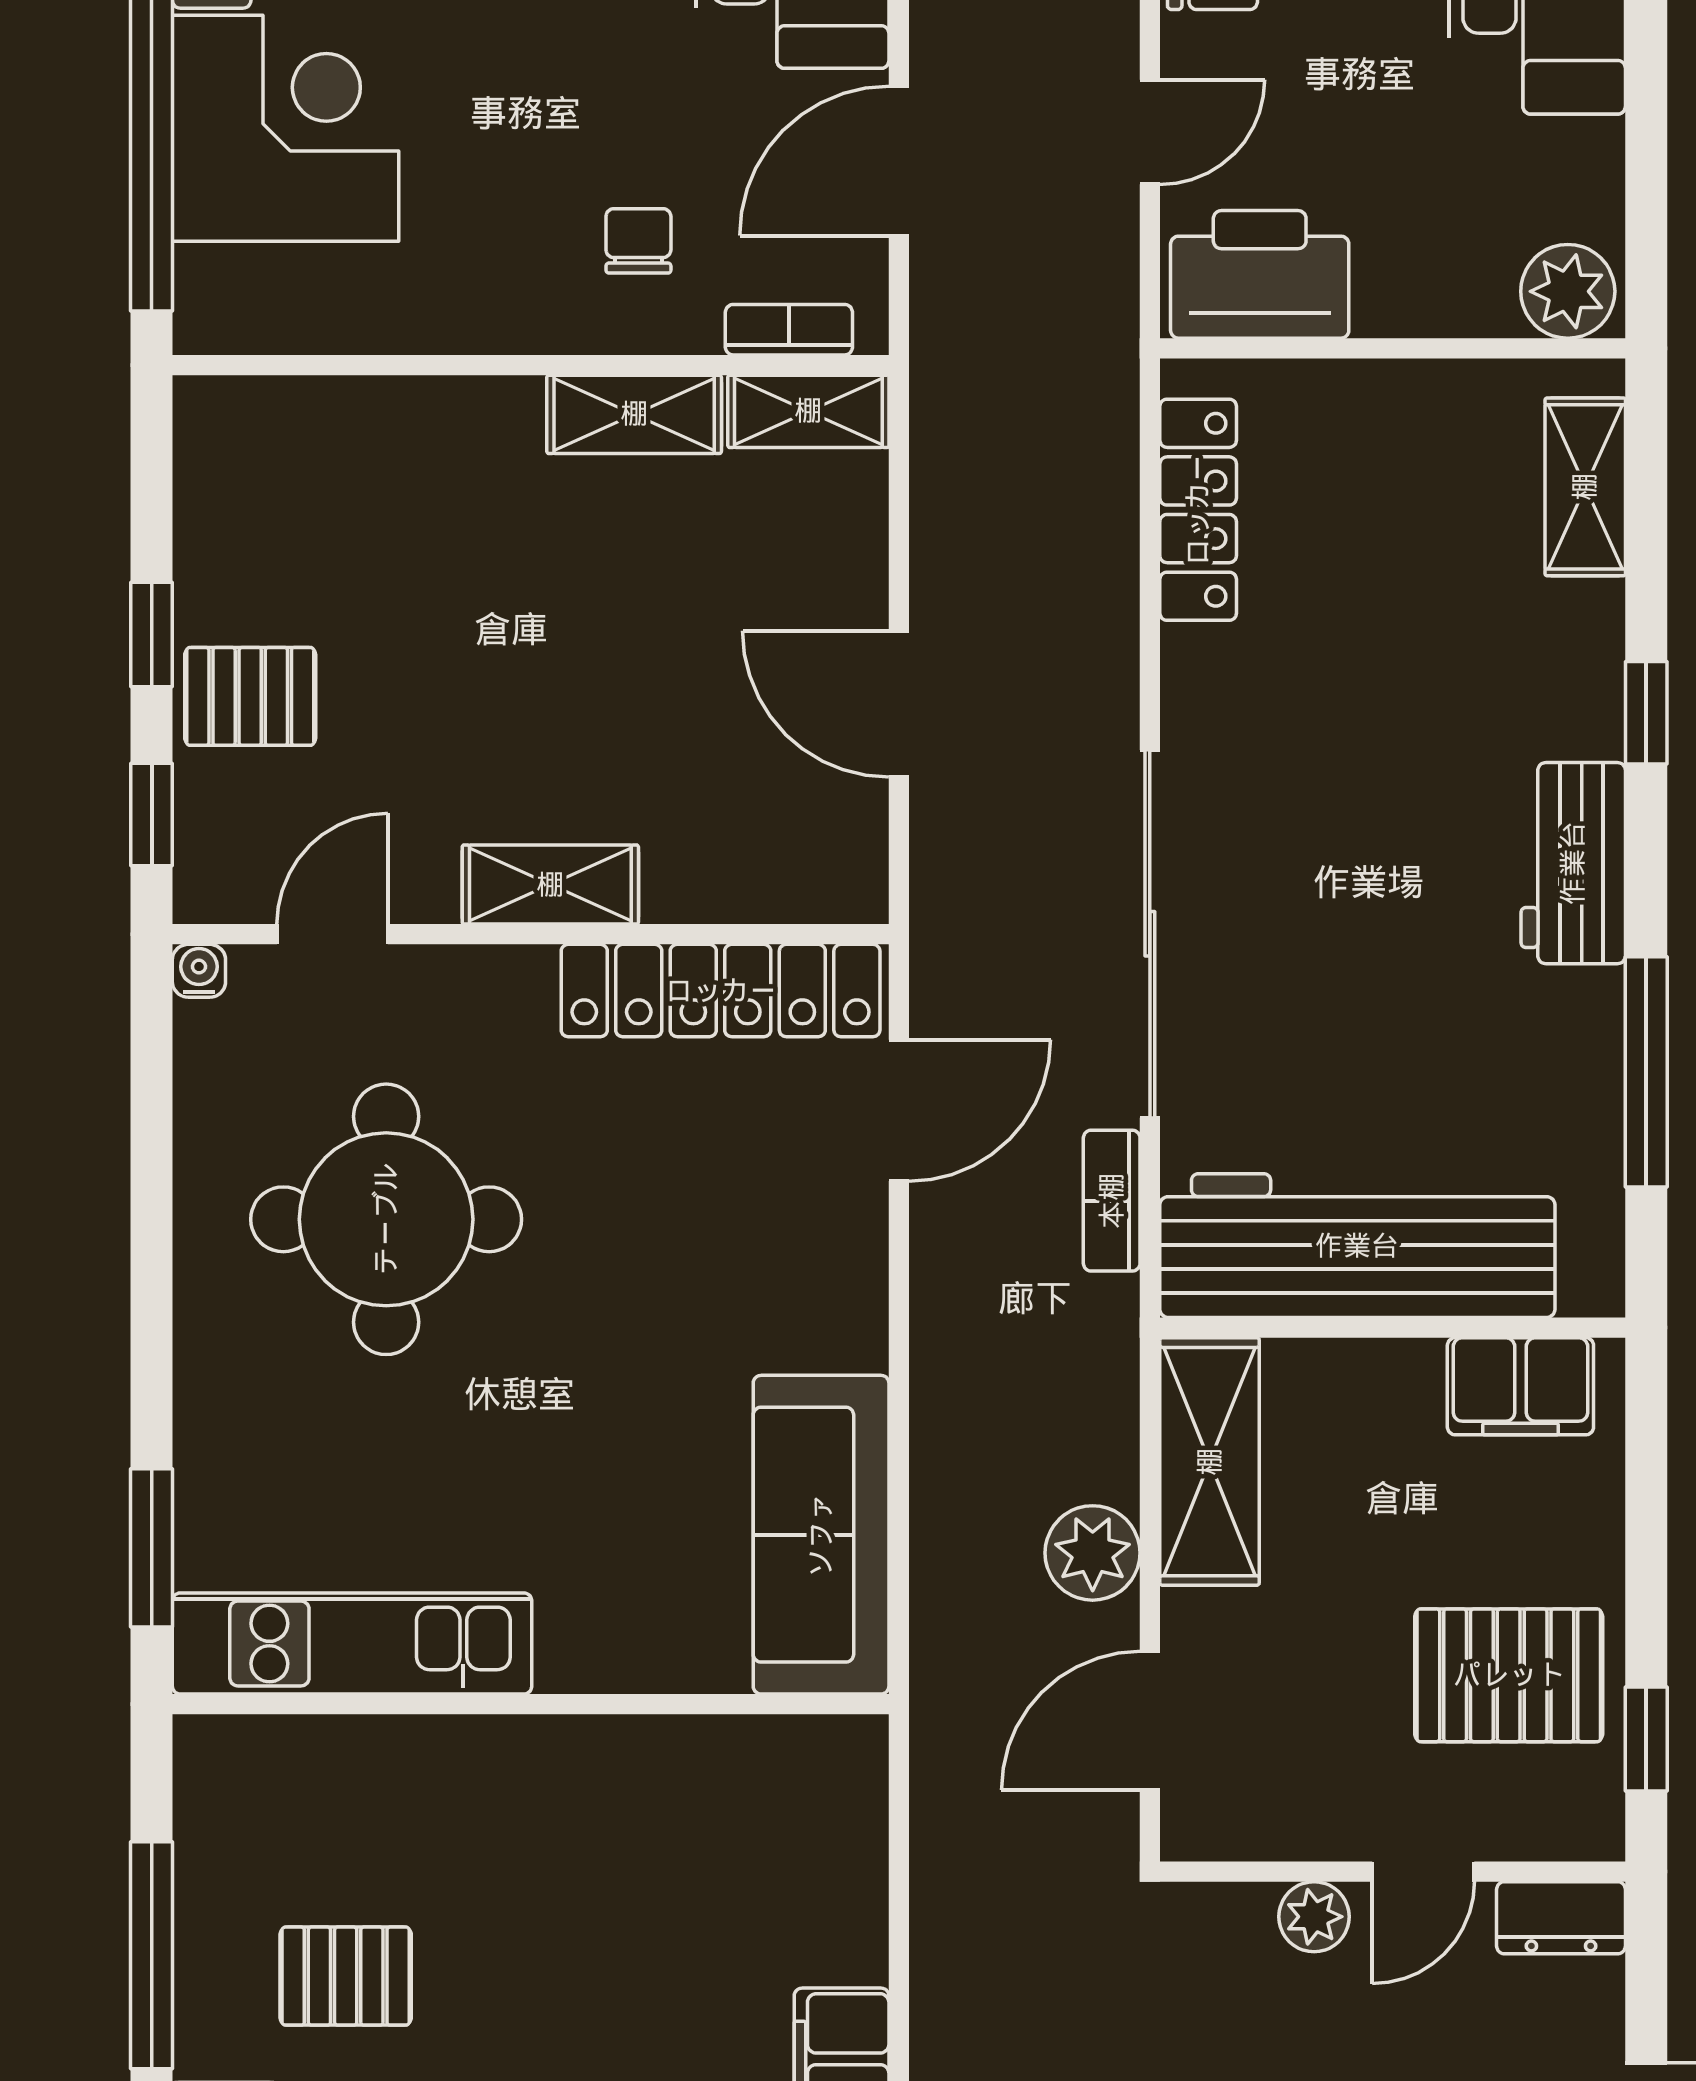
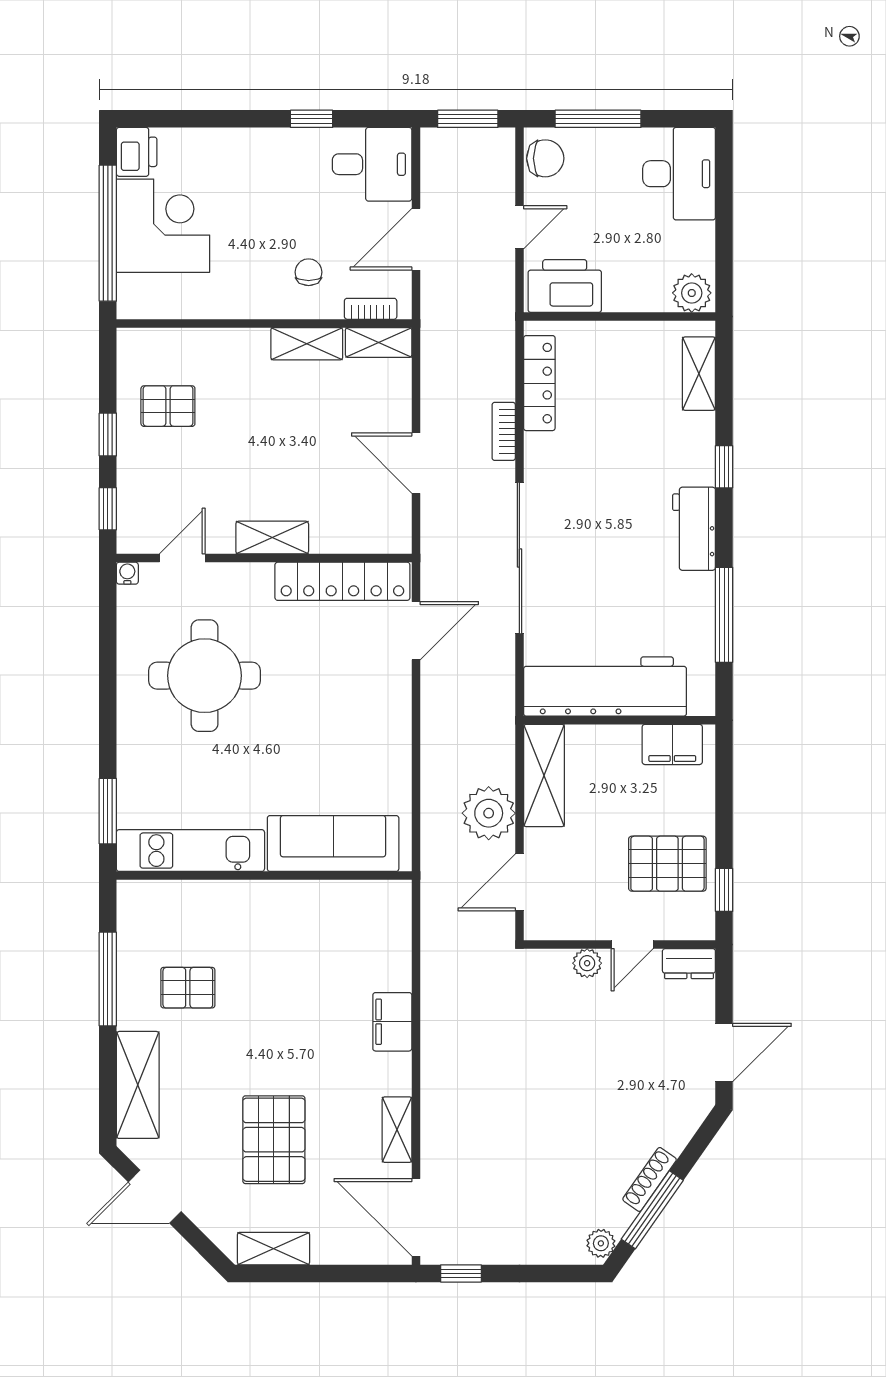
pallet: (250, 696) -> (168, 406), moved
bookcase: (1112, 1201) -> (504, 431), moved
sofa: (821, 1535) -> (333, 843), moved, turned 90
plant: (1093, 1553) -> (489, 813), width x1.36, depth x1.36

